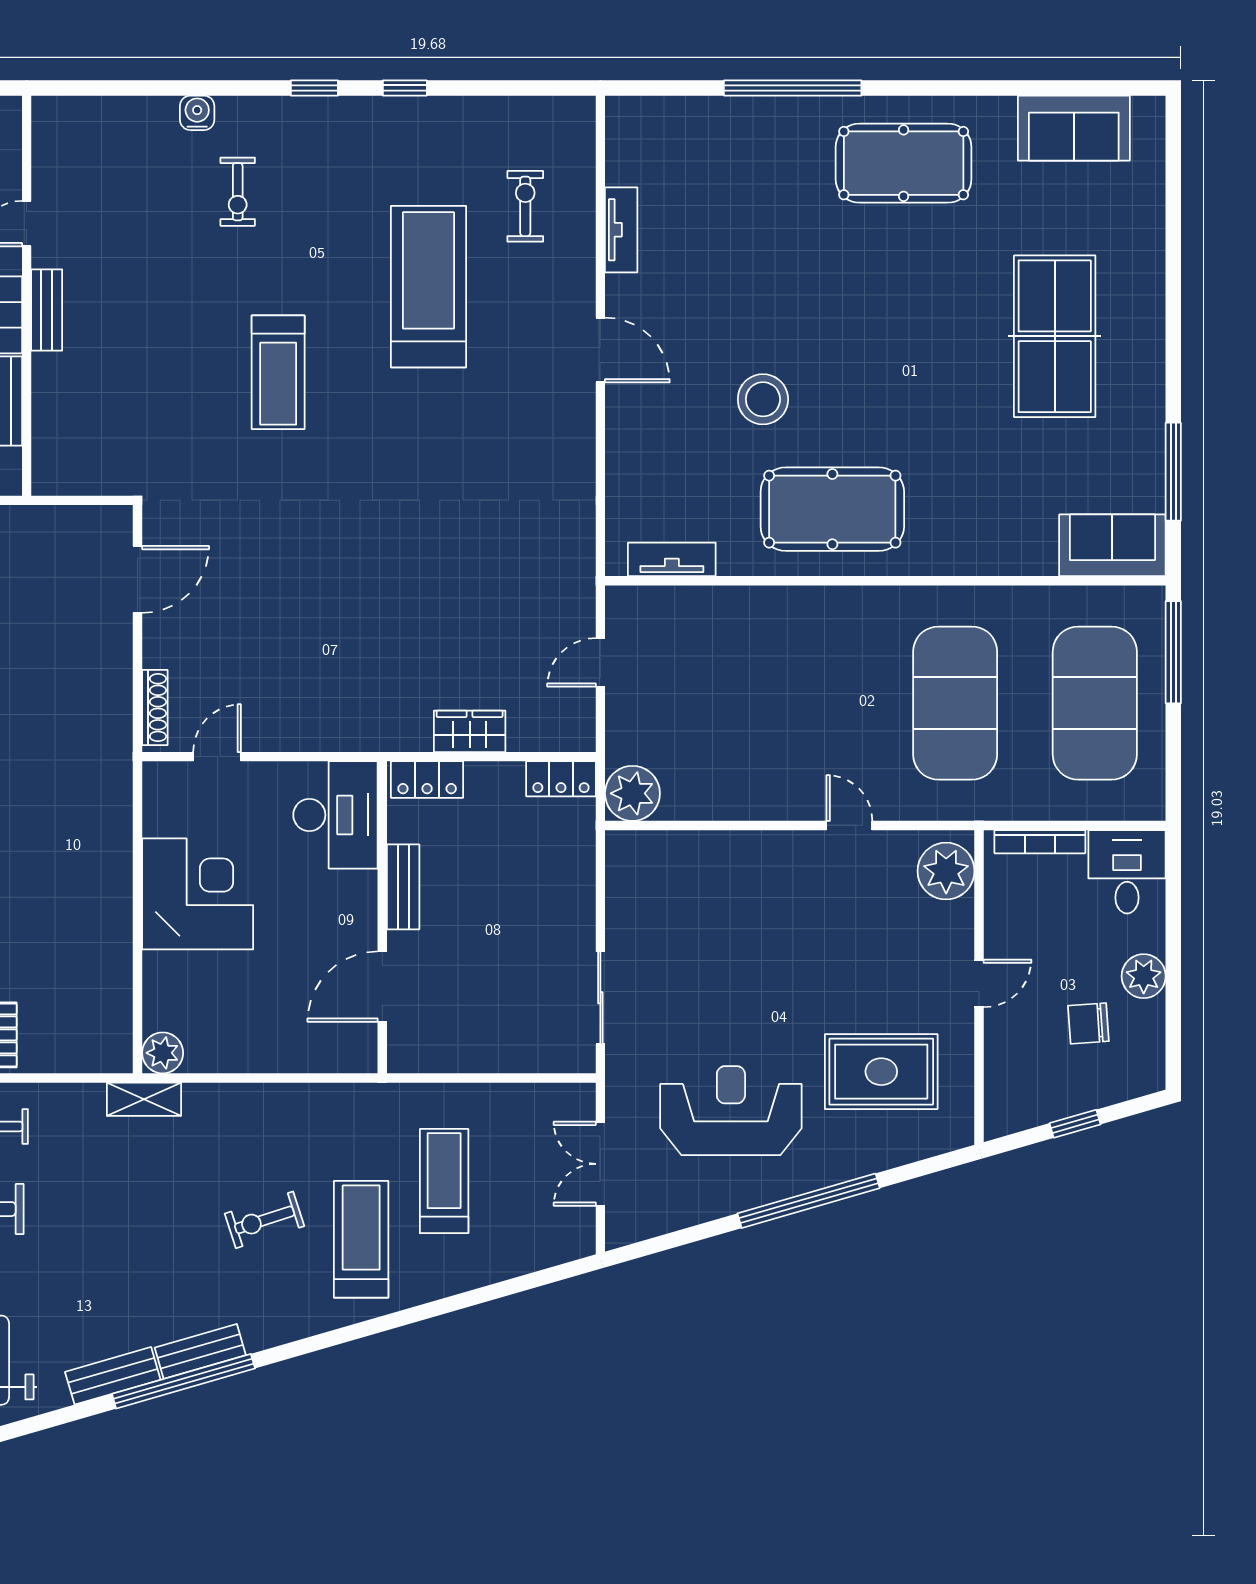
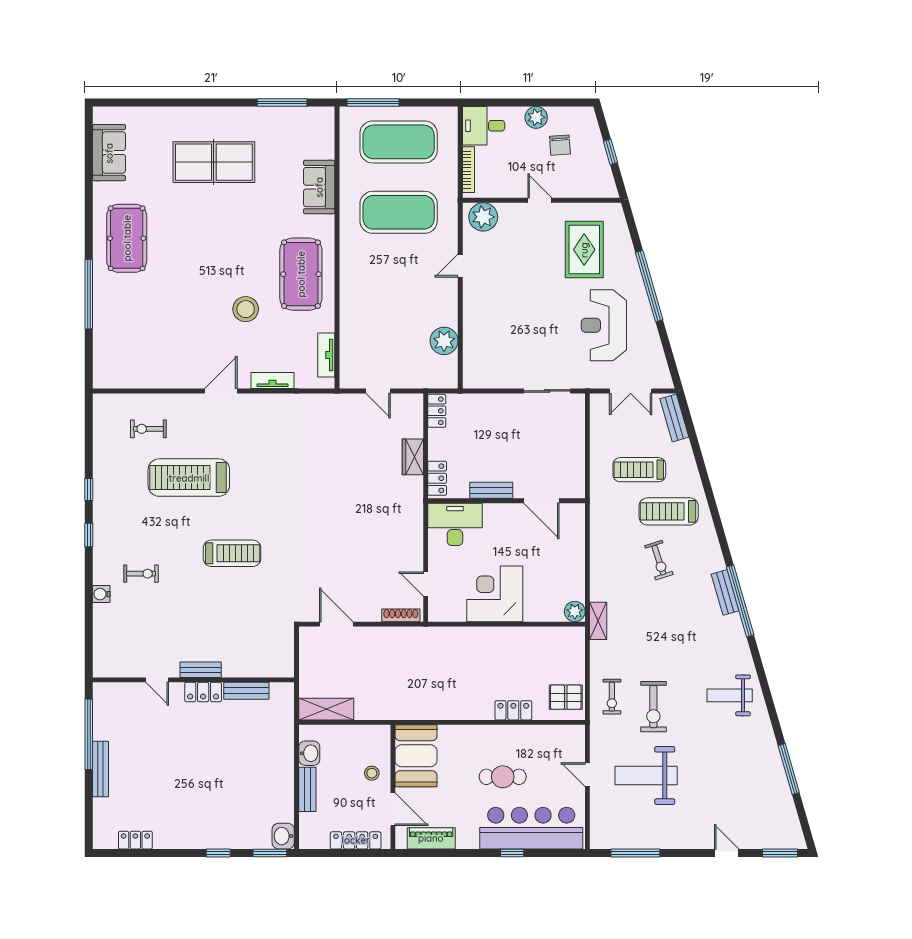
tv unit: (621, 230) -> (272, 380), moved
sofa: (1112, 545) -> (319, 187), moved
plant: (632, 793) -> (444, 341), moved
bench: (113, 1376) -> (674, 418), moved

